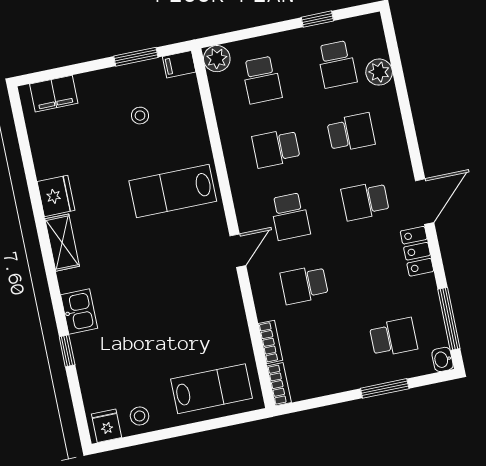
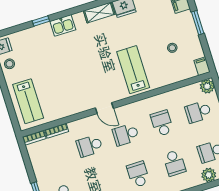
window: (136, 57) -> (198, 23), moved
school desk: (304, 285) -> (90, 146), turned -90

